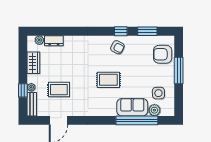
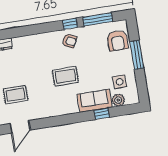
window: (147, 31) -> (98, 19), width x1.44
armchair: (163, 54) -> (117, 41), turned -90
window: (137, 120) -> (102, 114), width x0.32

